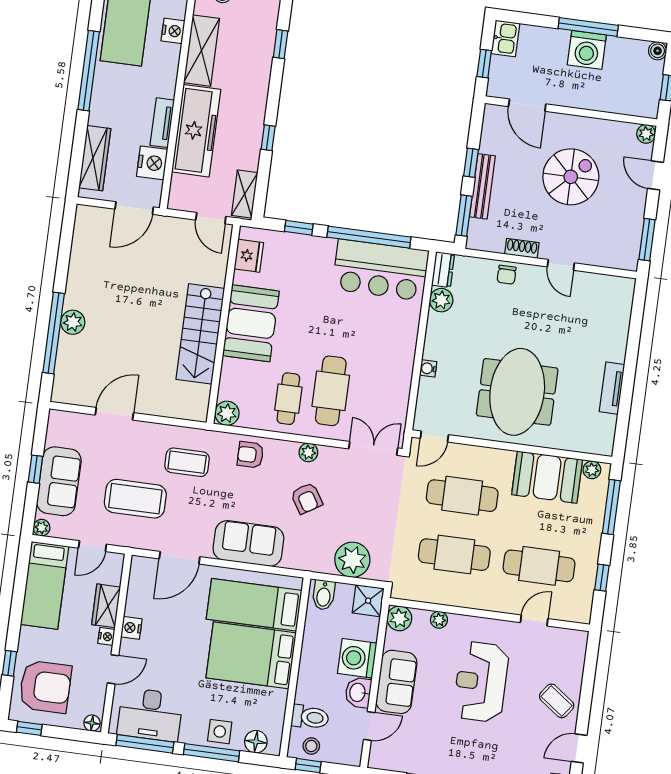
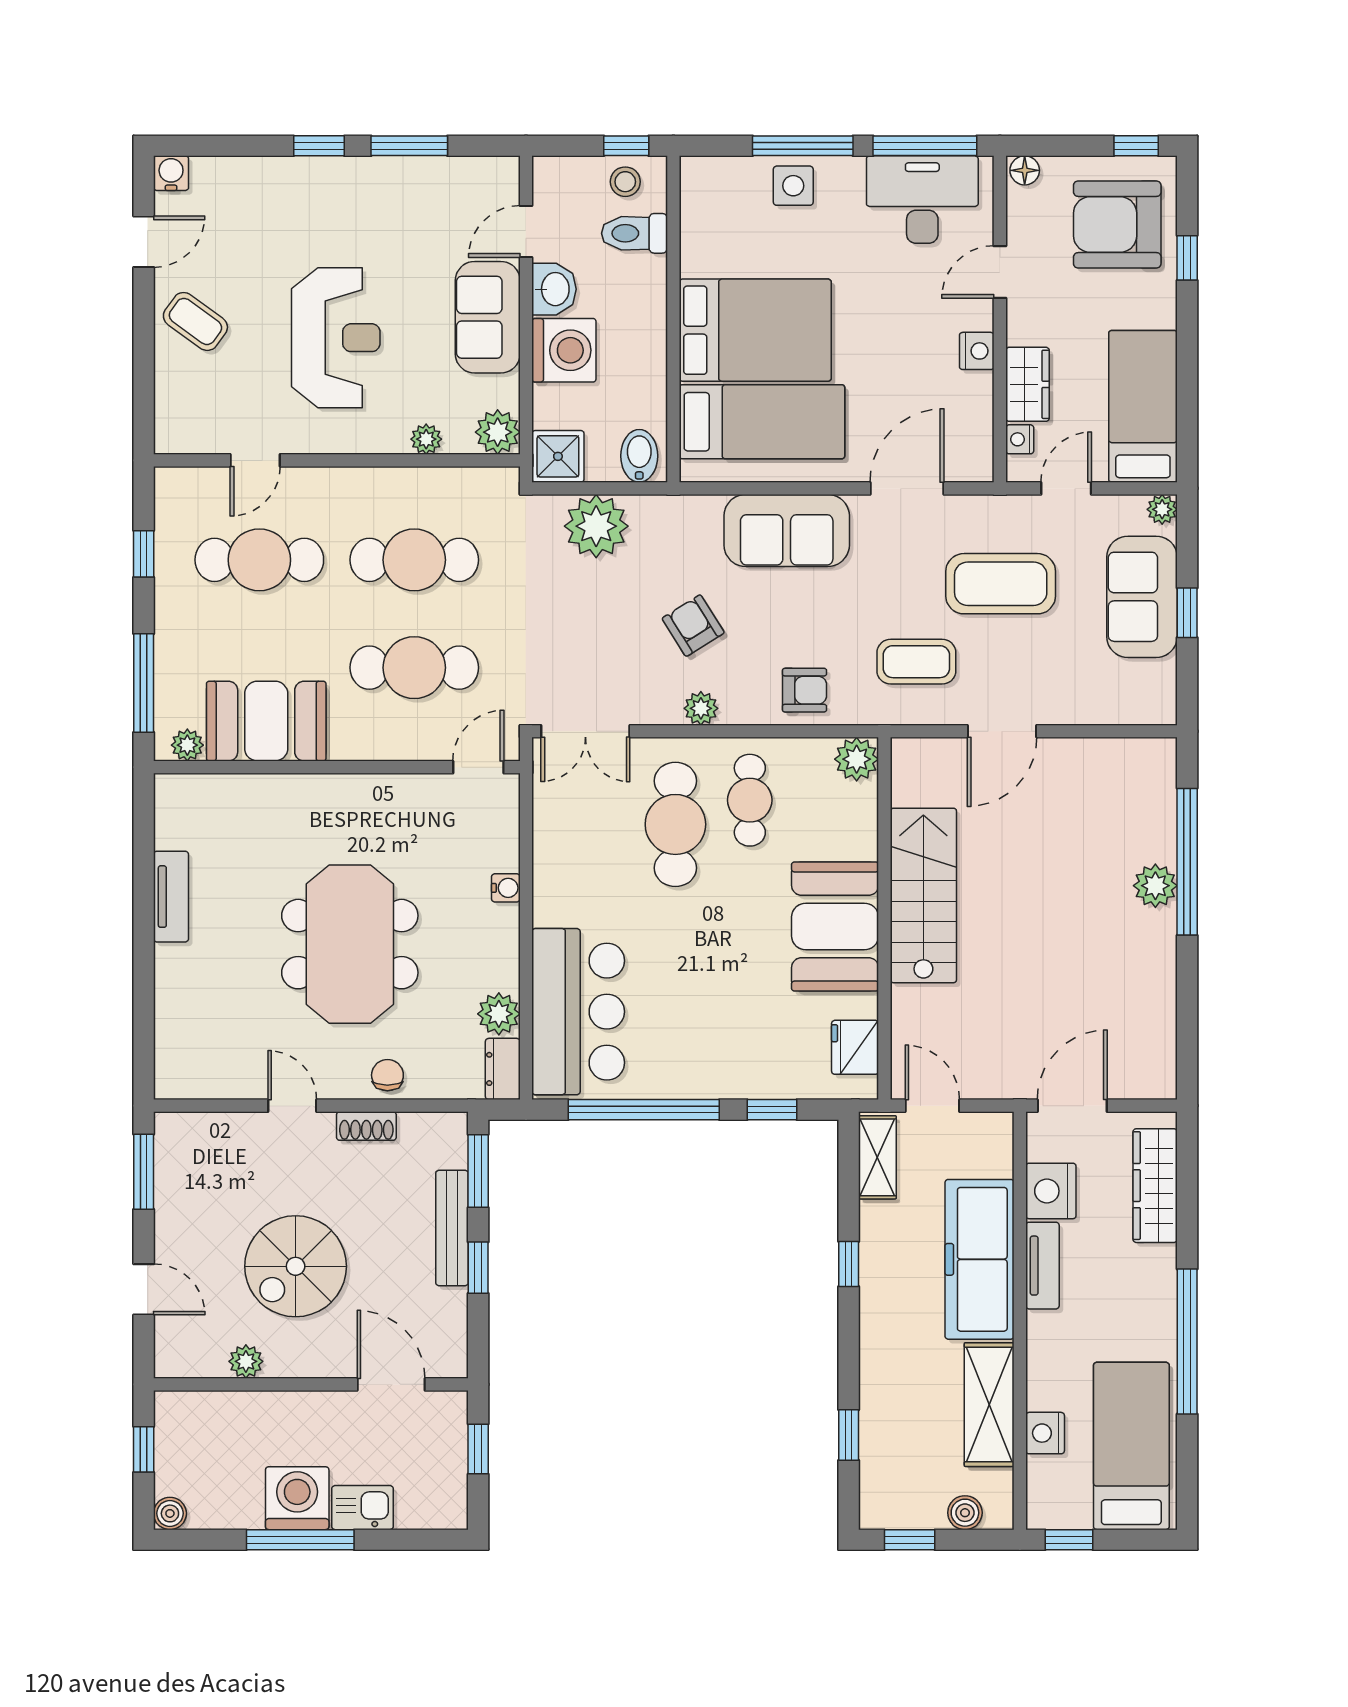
kitchen sink: (505, 38) -> (363, 1508), moved, turned 90
plant: (646, 134) -> (246, 1361), moved
bar counter: (380, 270) -> (578, 1012), moved, turned 90
meeting table: (517, 392) -> (350, 944), moved
door: (114, 414) -> (1002, 731), moved
nightstand: (106, 636) -> (1020, 439), moved
floor lamp: (256, 742) -> (726, 176), removed

